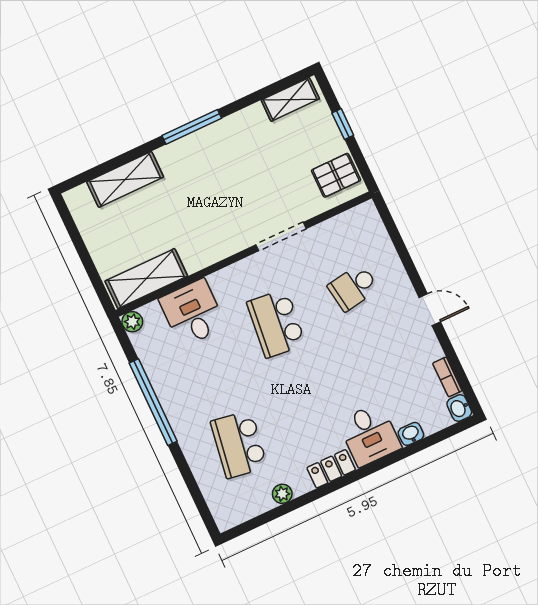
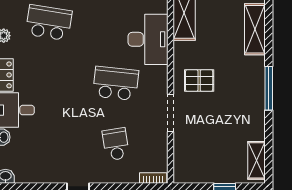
pallet: (336, 175) -> (199, 81), moved, turned 90
desk: (193, 313) -> (148, 39), width x1.37
bookcase: (447, 377) -> (153, 178), moved

